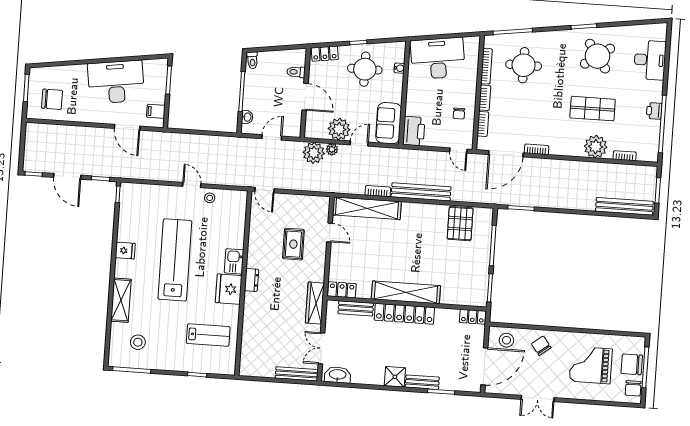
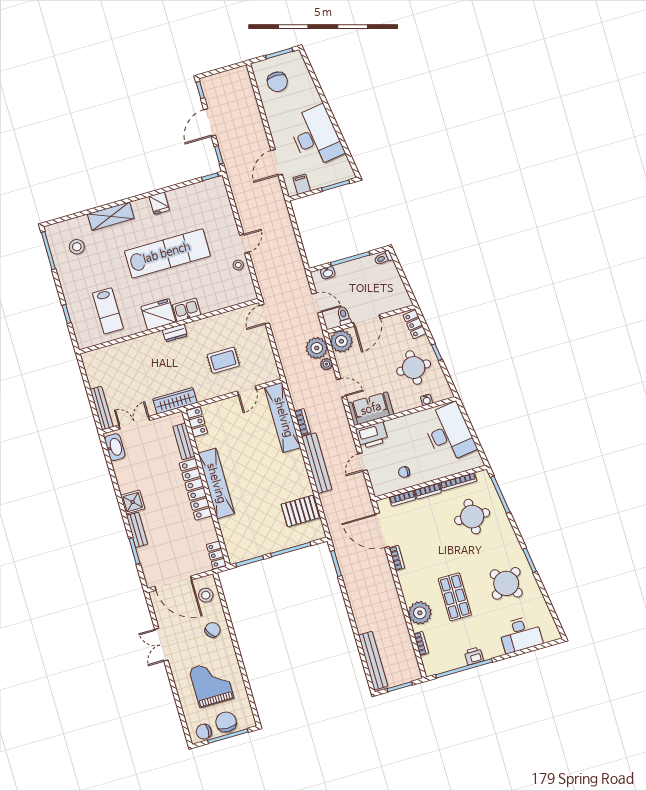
toilet: (296, 72) -> (344, 316), moved
plant: (339, 129) -> (341, 341), moved
door: (458, 150) -> (363, 462), moved

